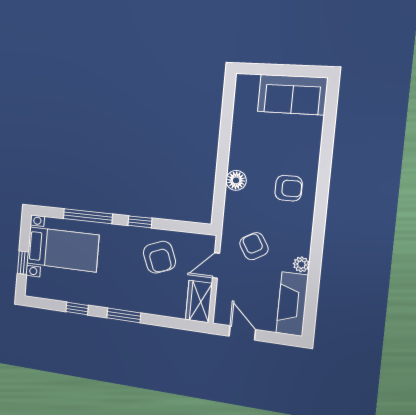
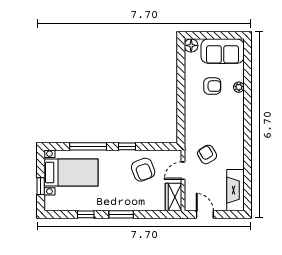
floor lamp: (236, 180) -> (191, 45), moved
armchair: (289, 188) -> (212, 86), moved
plant: (301, 264) -> (239, 87), moved

